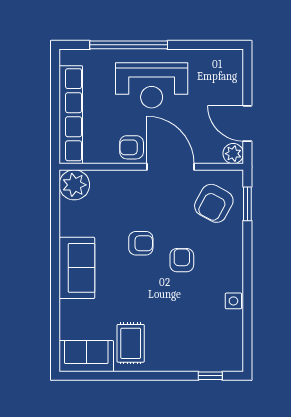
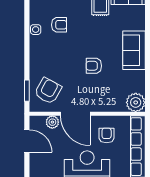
armchair: (132, 147) -> (107, 135), moved, turned -90
plant: (233, 154) -> (52, 122), moved
armchair: (182, 260) -> (59, 25), moved, turned -90

